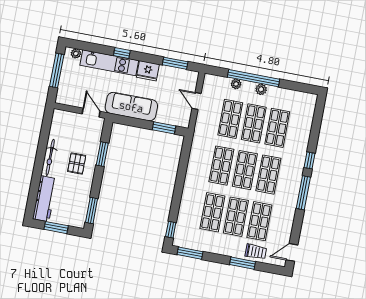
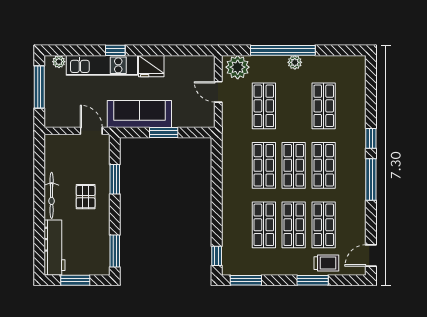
window: (175, 63) -> (183, 50), removed
plant: (236, 84) -> (238, 67), moved, width x1.88, depth x1.88
shop shelf: (254, 123) -> (294, 106), removed
window: (164, 128) -> (164, 132), moved

